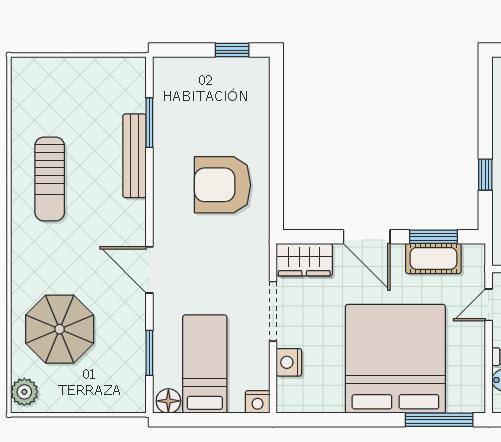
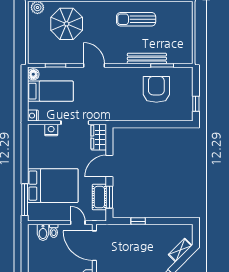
armchair: (222, 185) -> (156, 89), moved
door: (149, 270) -> (94, 65), hinge flipped
bed: (395, 359) -> (53, 186), width x0.73

